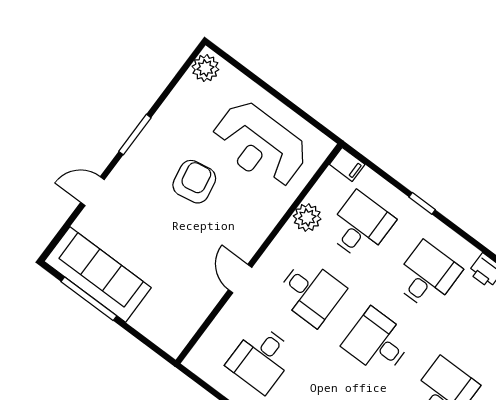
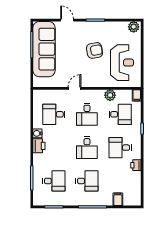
reception desk: (260, 145) -> (122, 63), turned 180
sofa: (98, 274) -> (44, 49), width x1.36, depth x1.27
desk: (427, 276) -> (120, 148), turned 180
desk: (377, 342) -> (87, 148), turned 180

